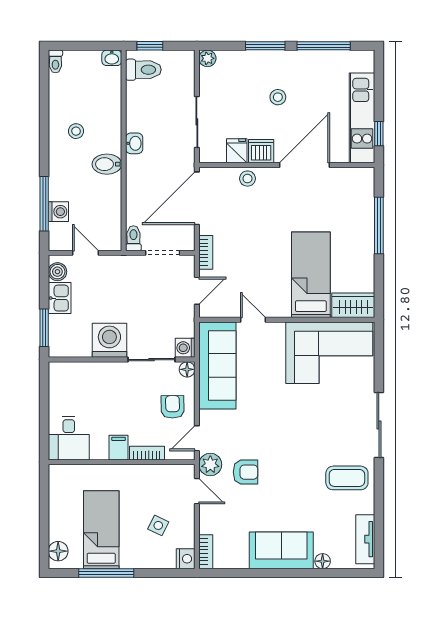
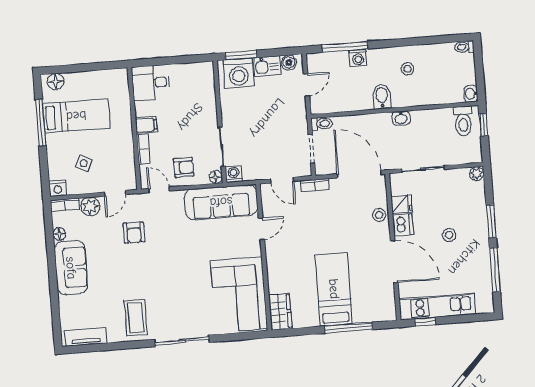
washing machine: (58, 212) -> (358, 58), moved
bed: (311, 275) -> (334, 289), moved, turned -90
washing machine: (109, 340) -> (239, 73), moved, turned 90
plant: (210, 465) -> (90, 206), moved
floor lamp: (323, 561) -> (59, 234), moved

